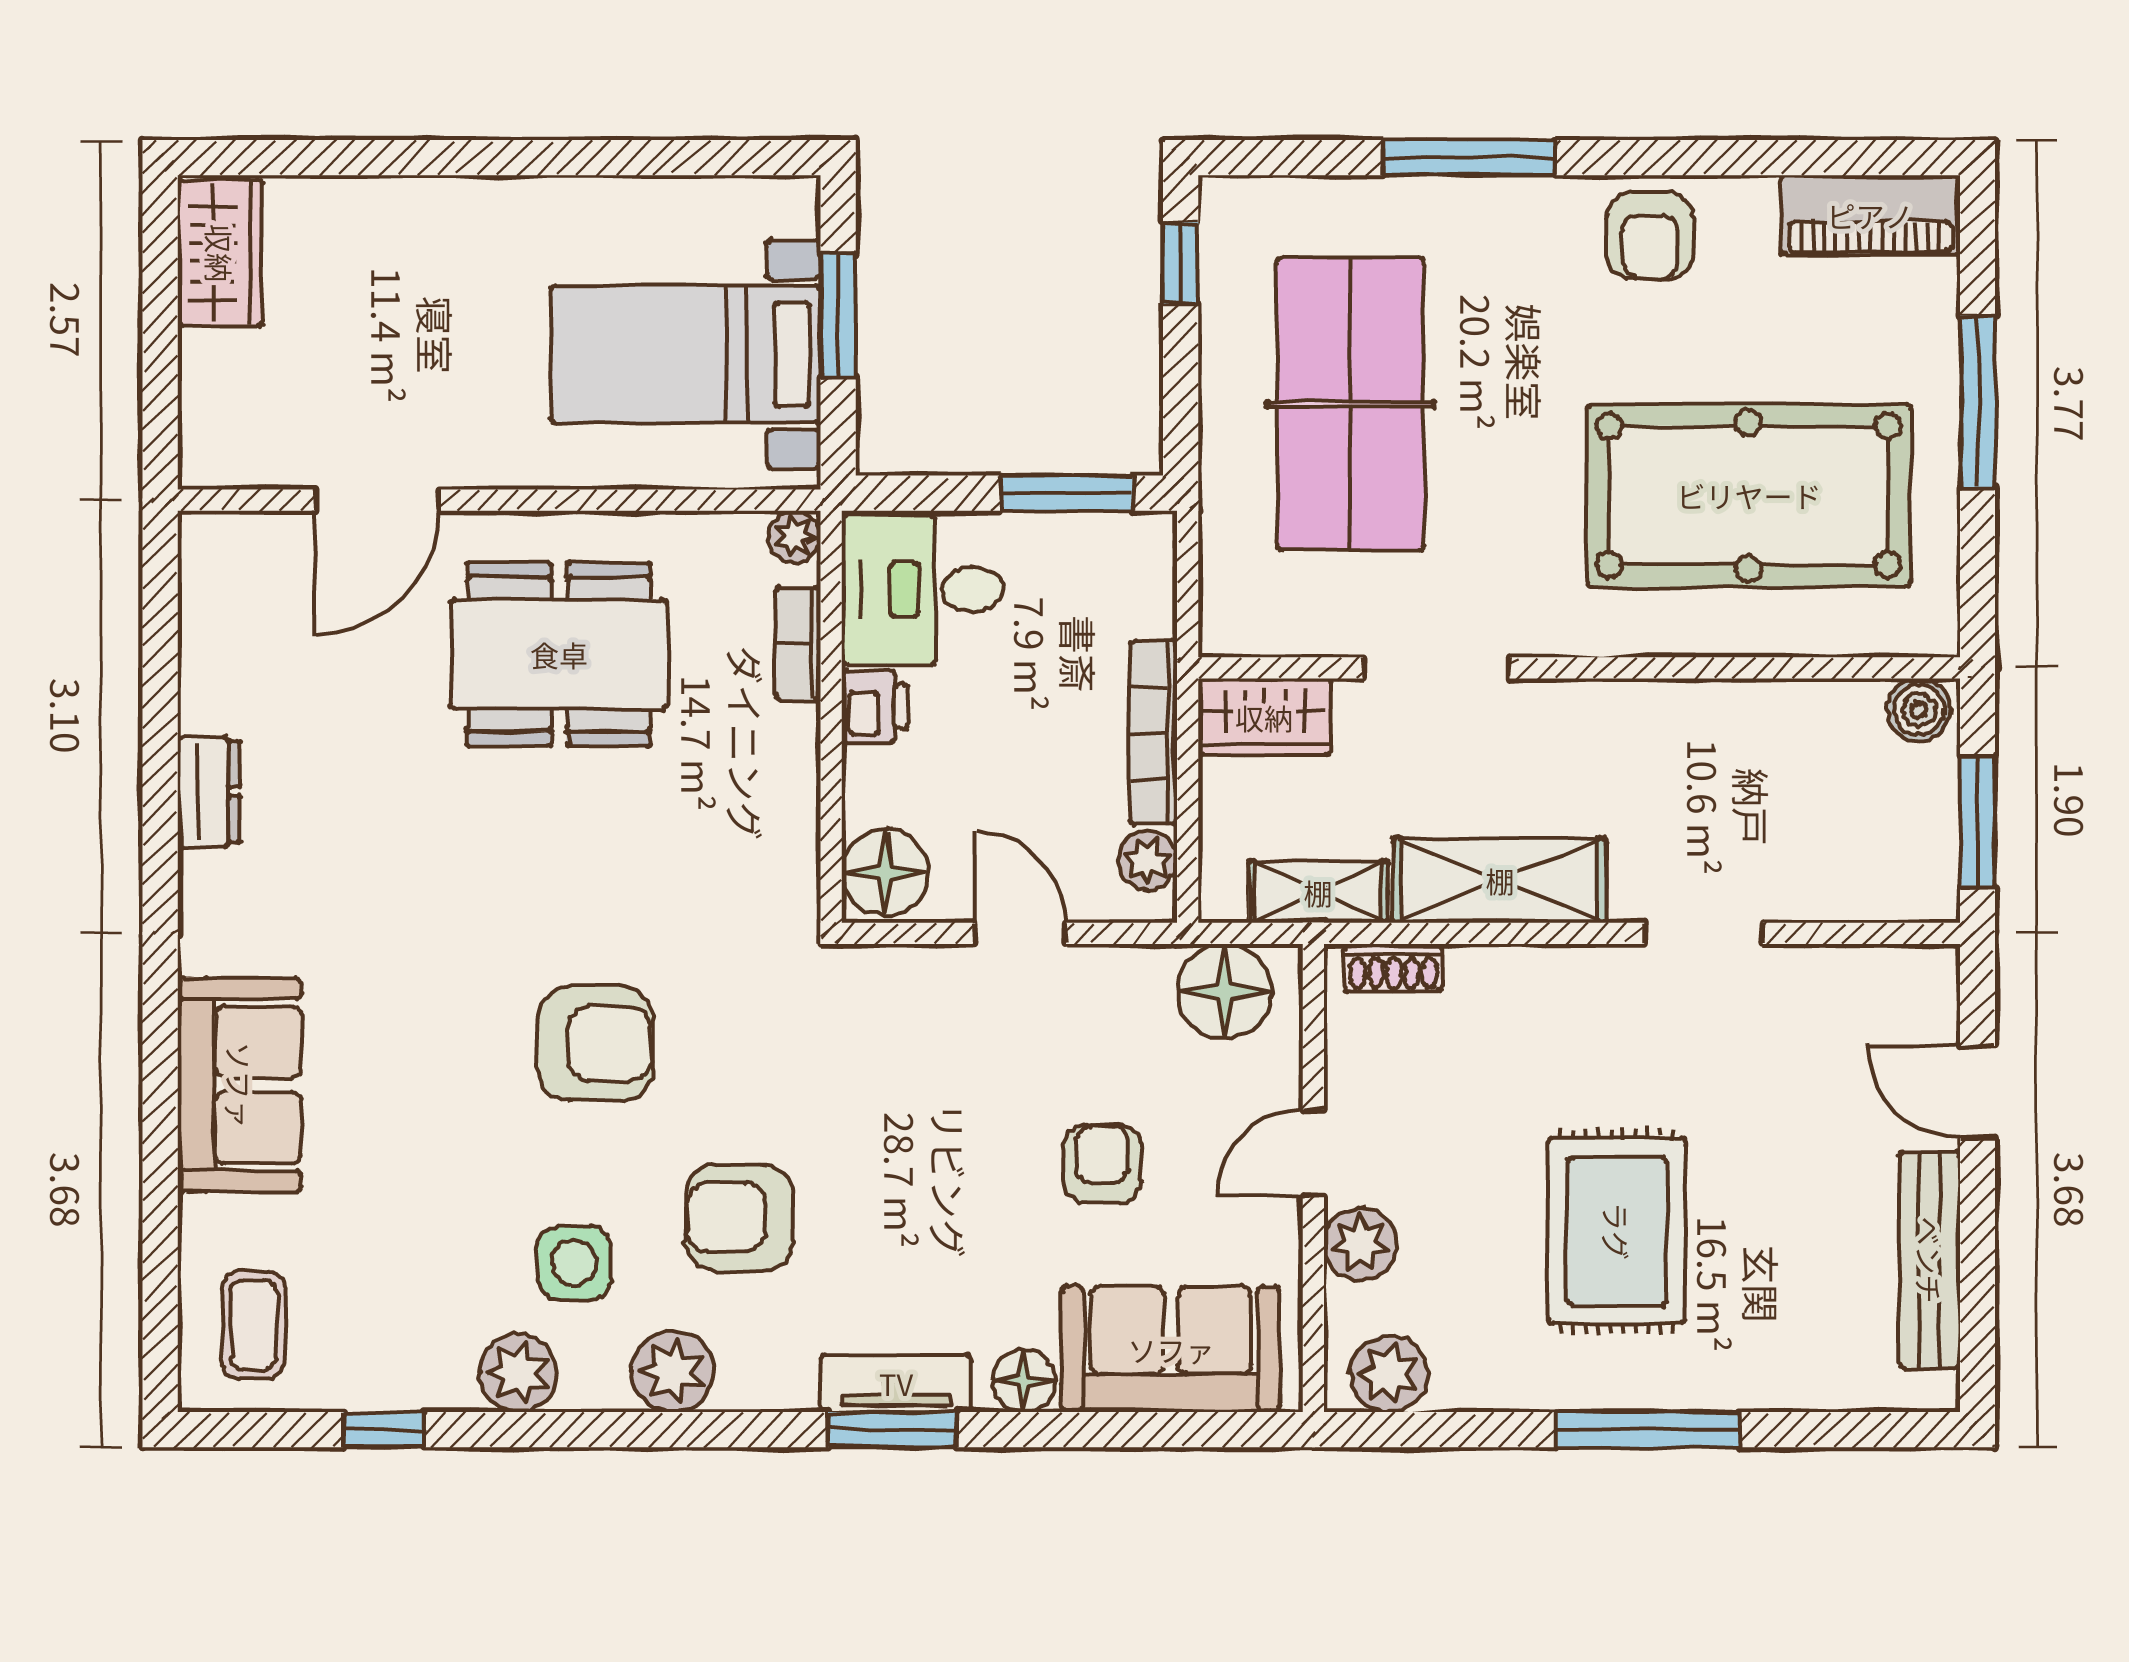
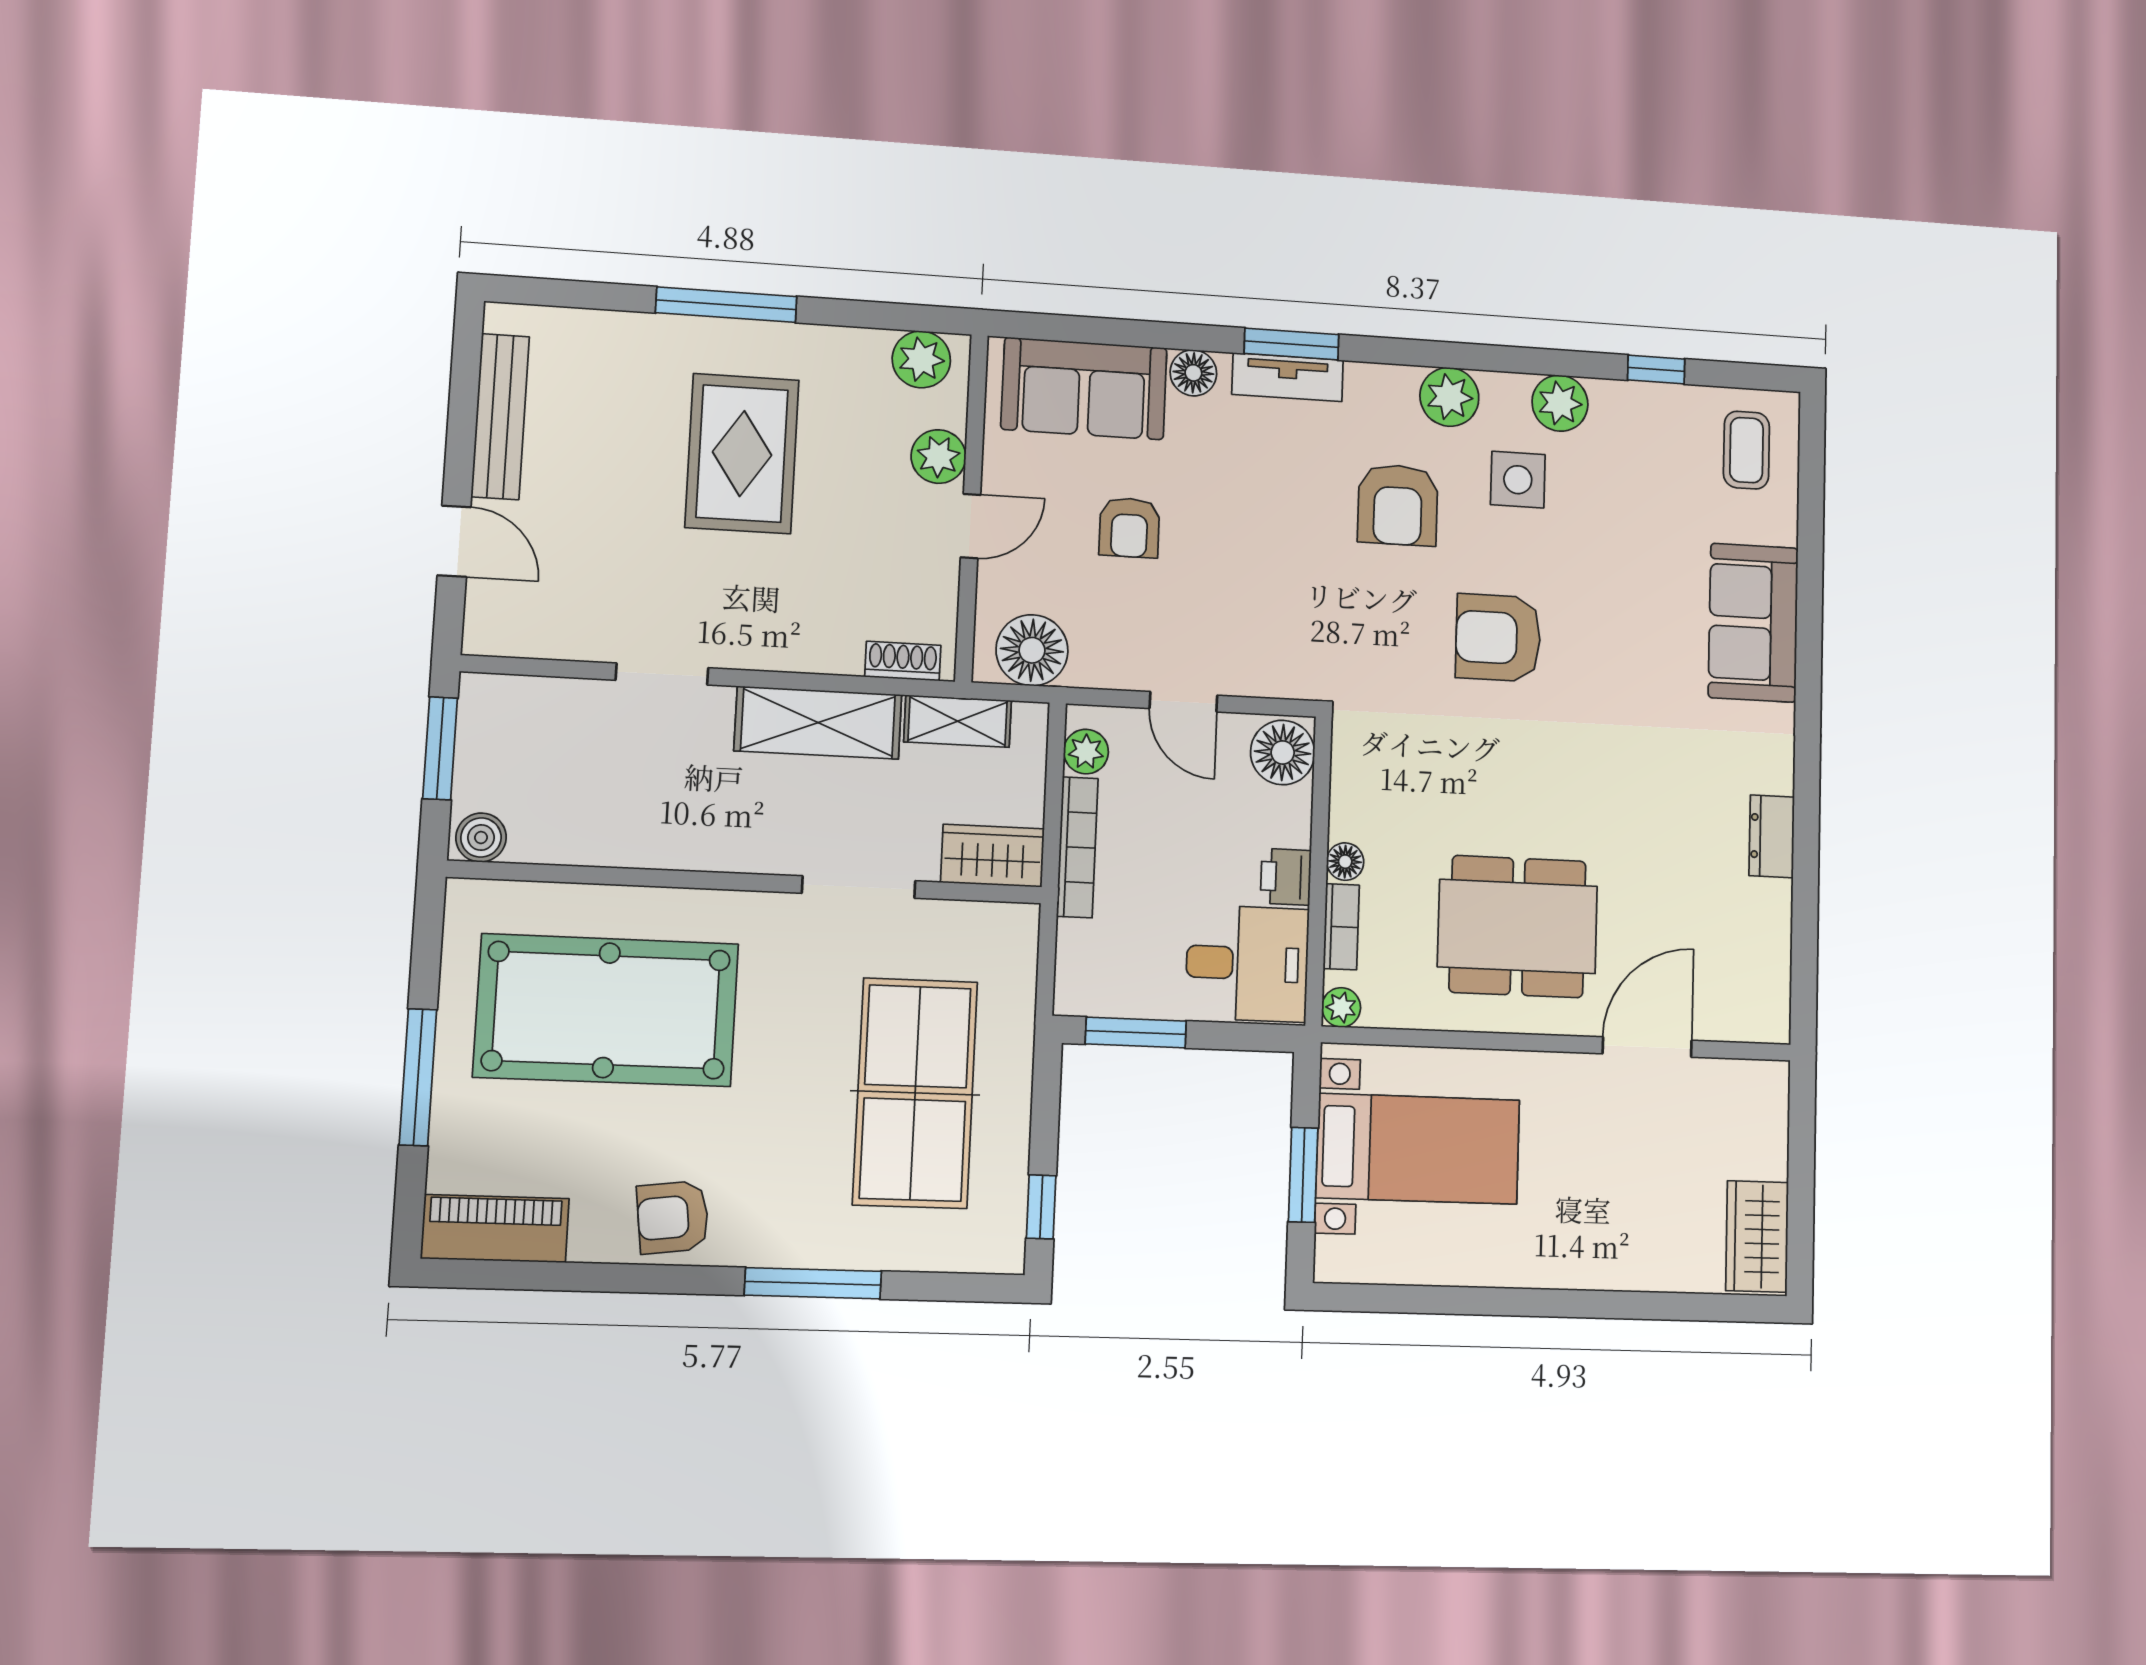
armchair: (1650, 236) -> (673, 1217), turned -97
floor lamp: (796, 730) -> (1345, 862), added
armchair: (739, 1218) -> (1398, 505), turned 90

